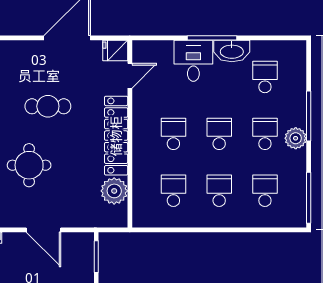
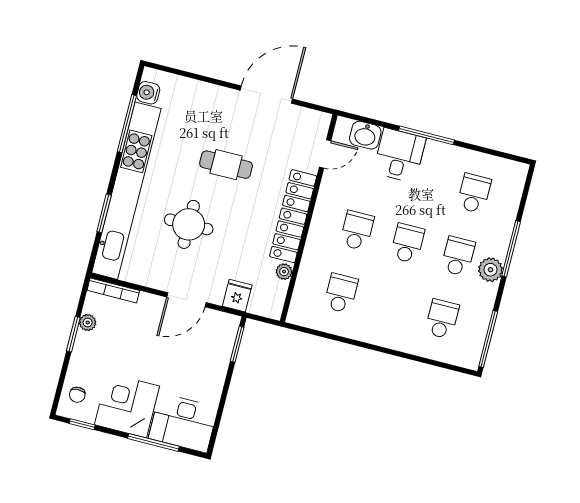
fridge: (115, 50) -> (237, 296), moved, turned 90
washbasin: (232, 51) -> (365, 135), moved, width x0.72
plant: (114, 191) -> (284, 272), width x0.53, depth x0.53
school desk: (219, 191) -> (391, 306), removed
door: (43, 230) -> (186, 300), hinge flipped

